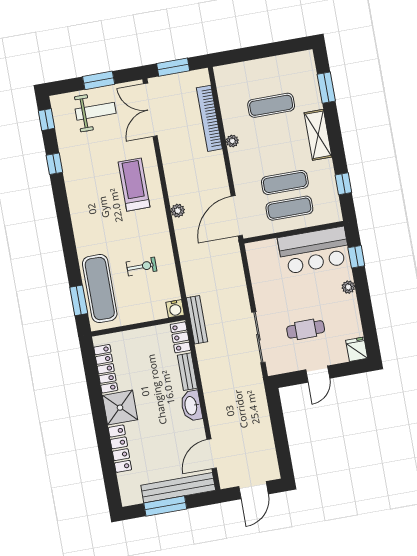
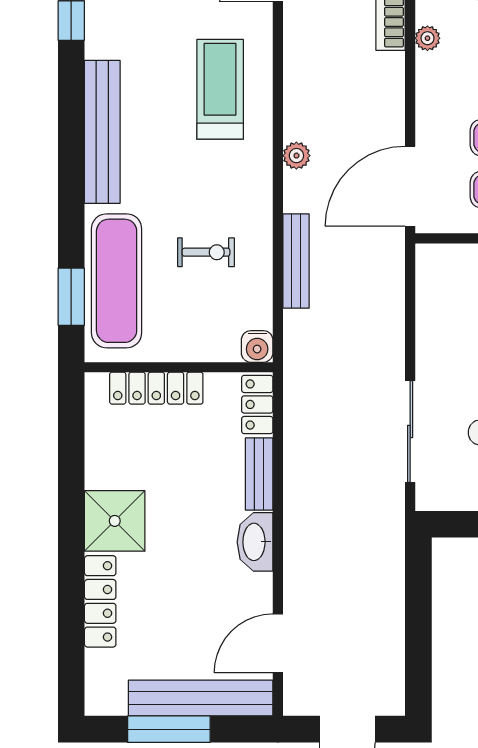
bench: (79, 216) -> (102, 132), added
bench: (197, 320) -> (296, 261), moved
locker: (106, 369) -> (156, 388), moved, turned 90

